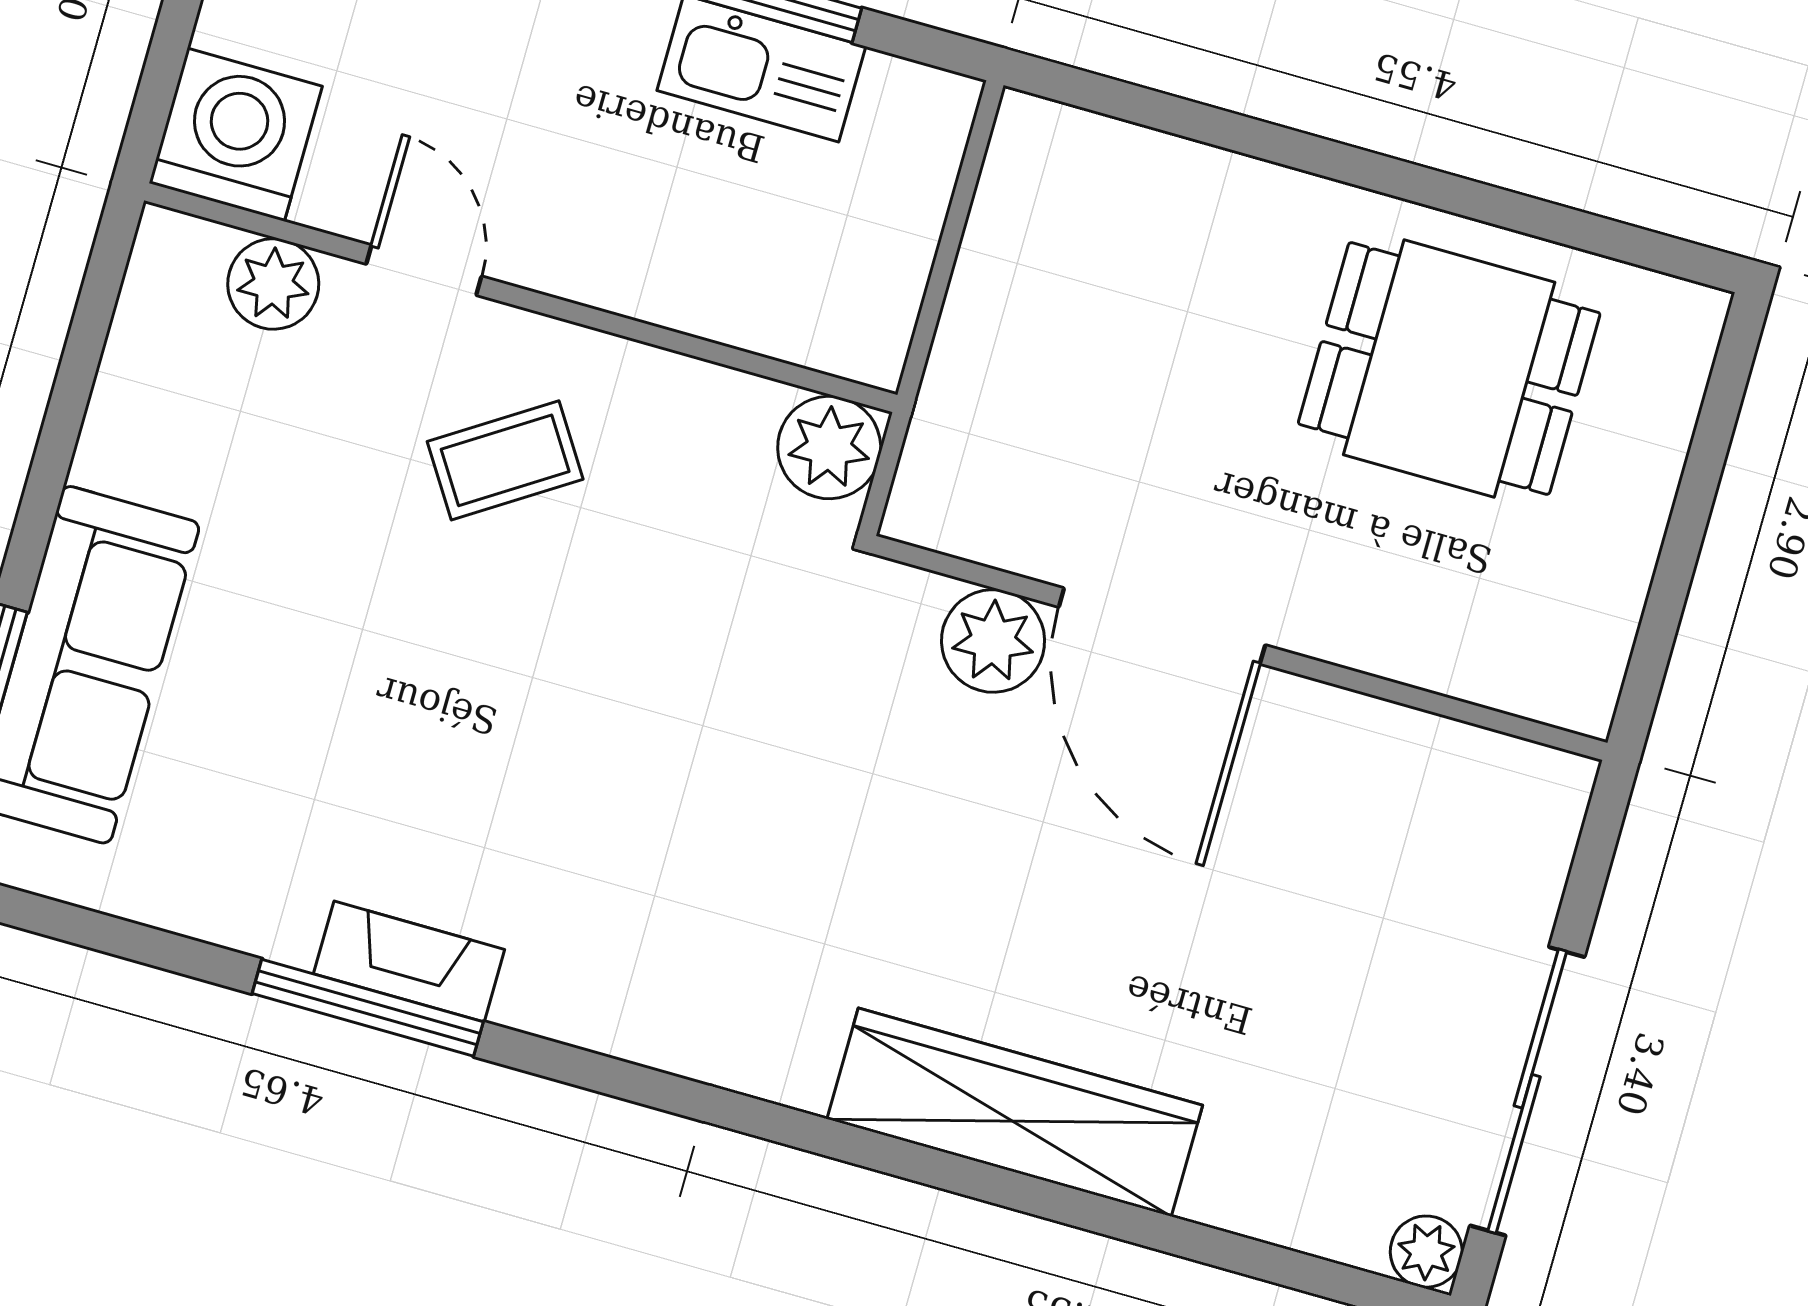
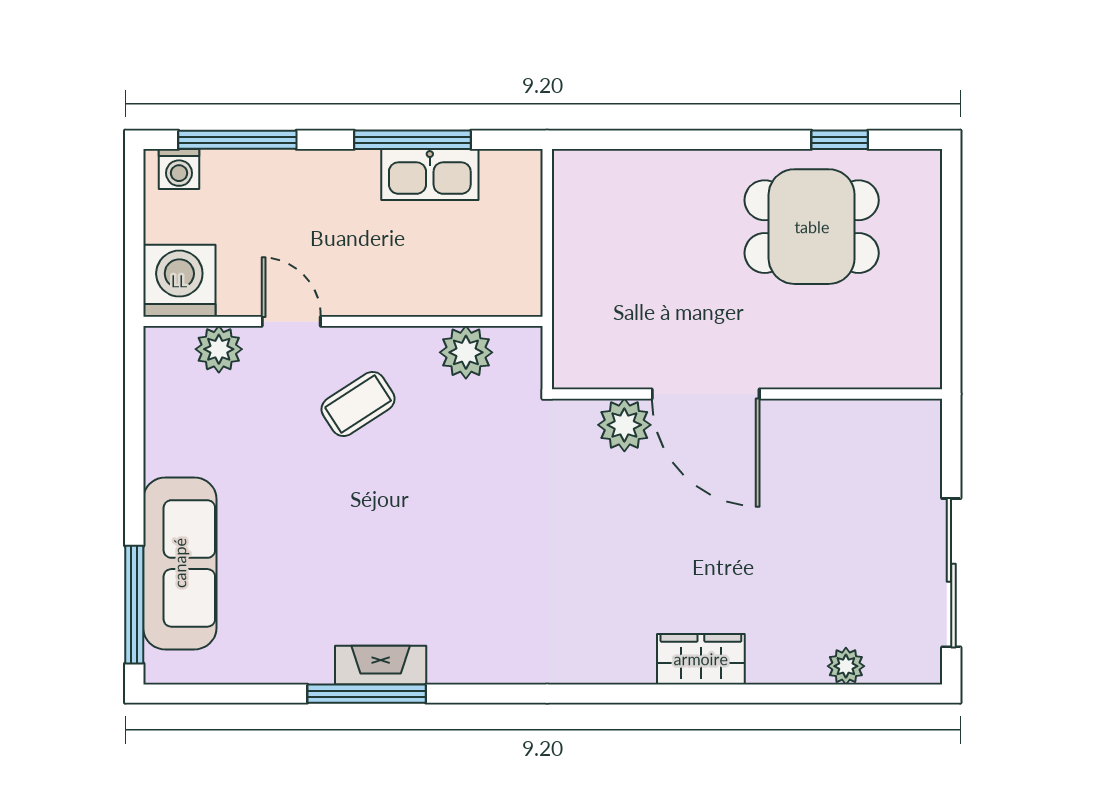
window: (1548, 221) -> (840, 140), added
plant: (829, 447) -> (466, 352), moved
wardrobe: (1015, 1112) -> (701, 659), width x0.48, depth x0.85
plant: (1426, 1252) -> (846, 666), moved

